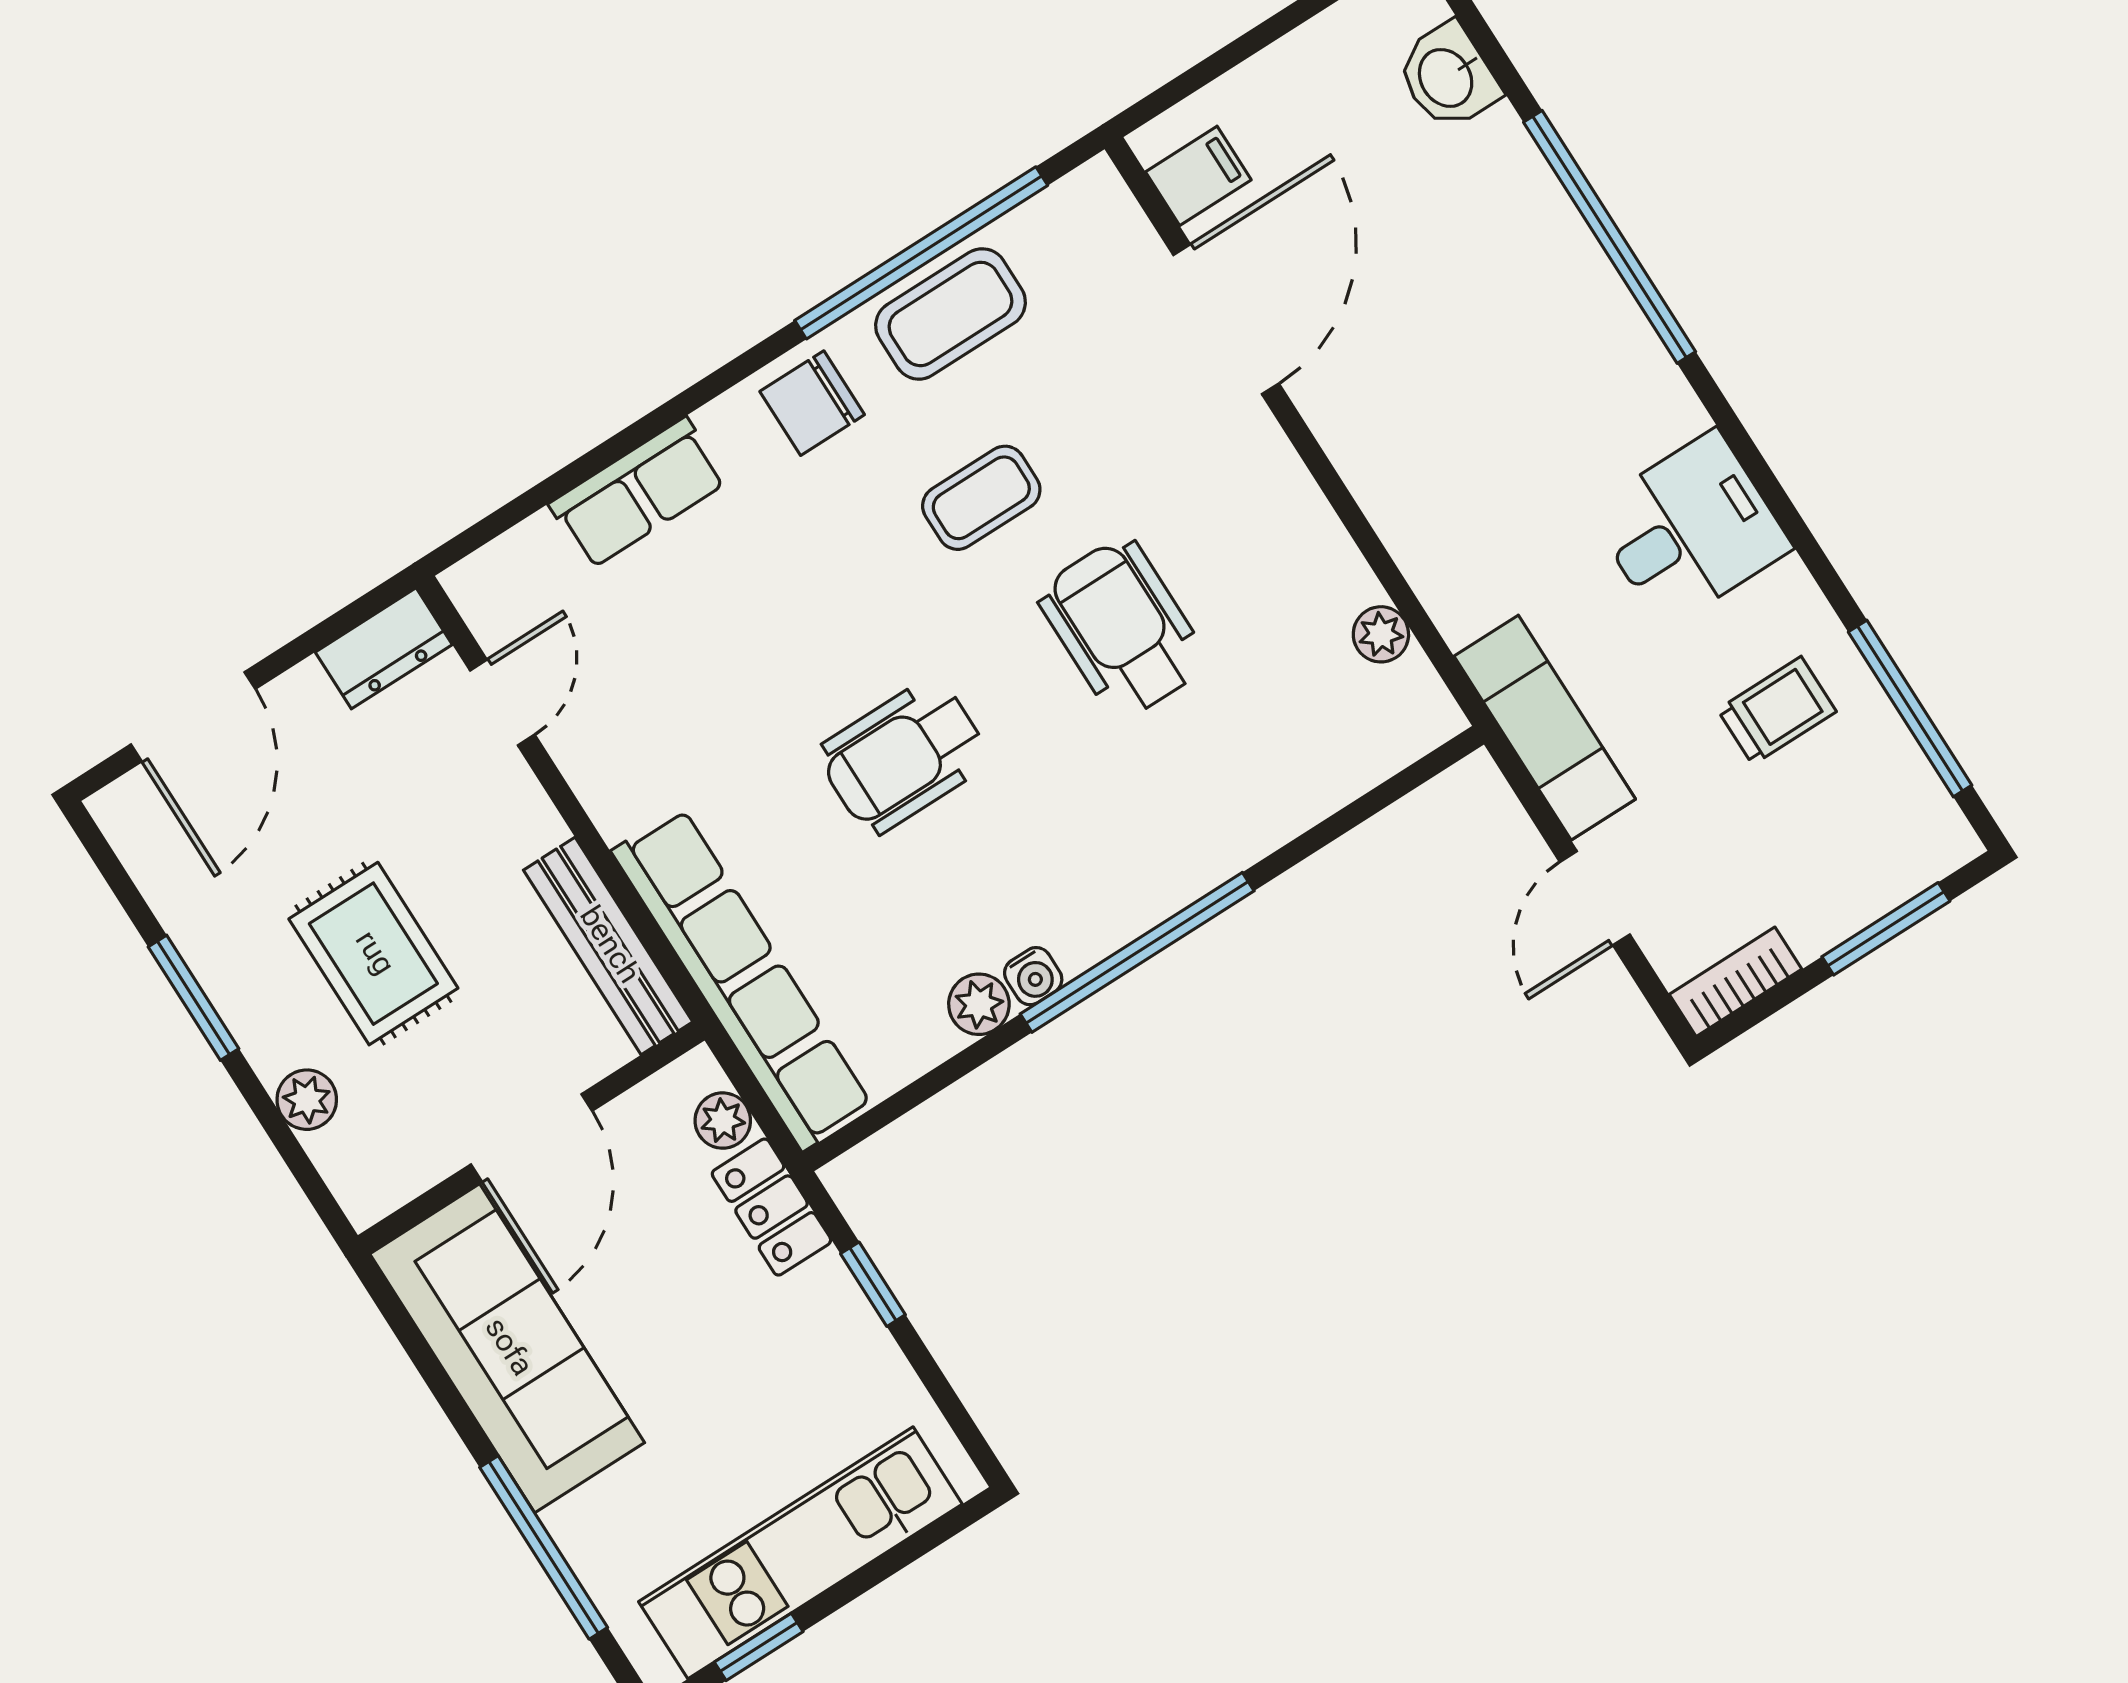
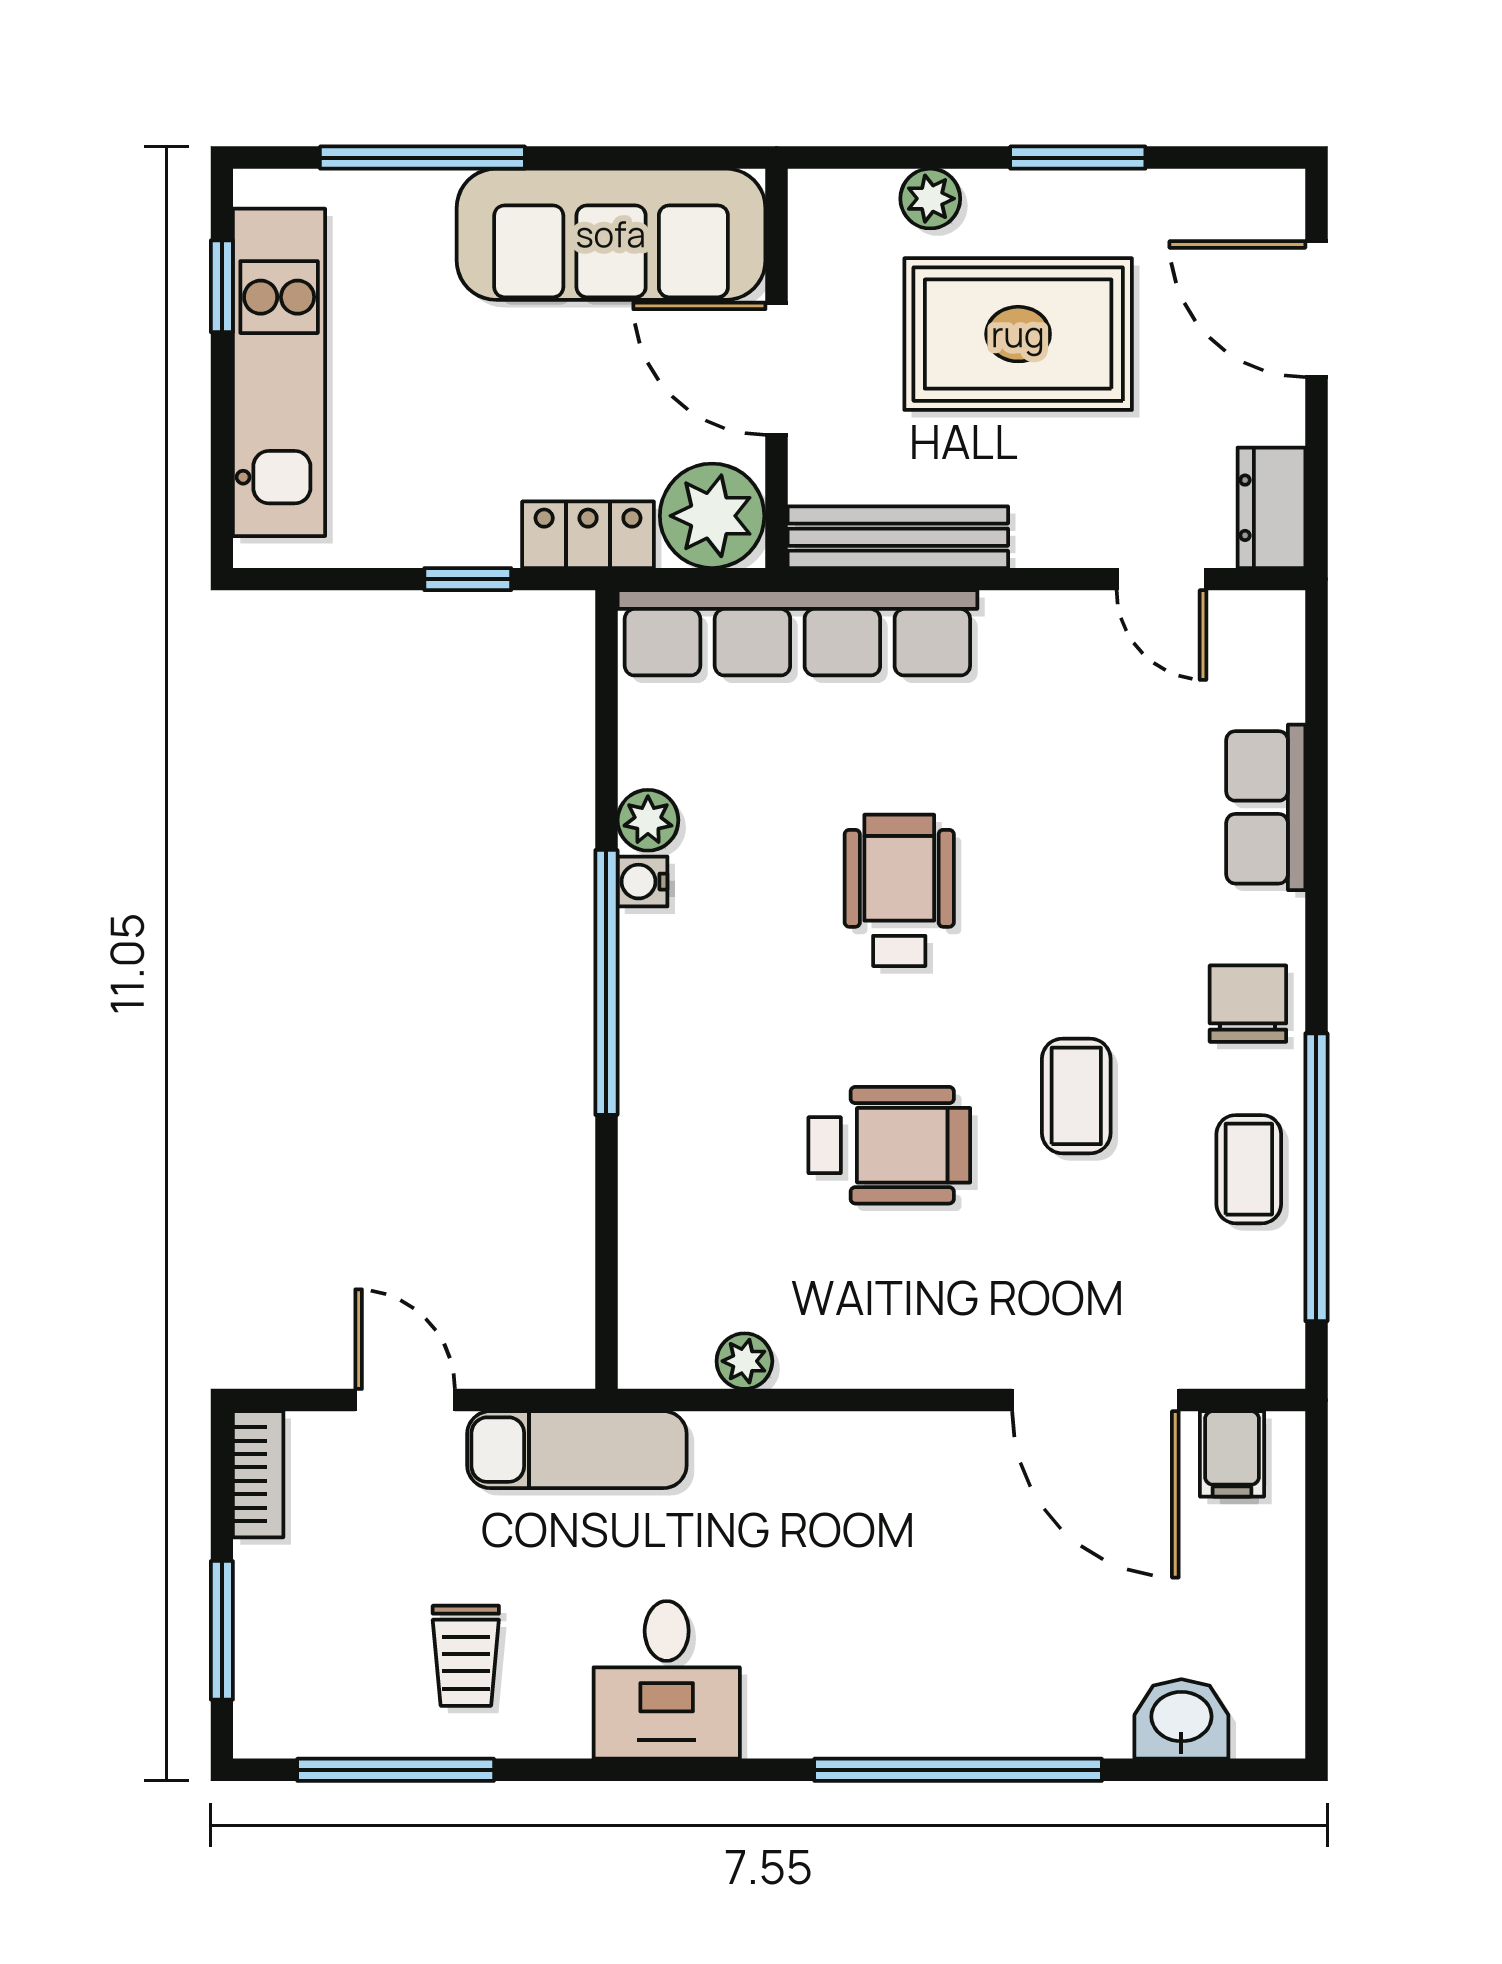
coffee table: (951, 314) -> (1249, 1169), width x0.73, depth x0.77
rug: (373, 954) -> (1018, 334), width x1.36, depth x1.43
plant: (723, 1121) -> (712, 516), width x1.88, depth x1.88

